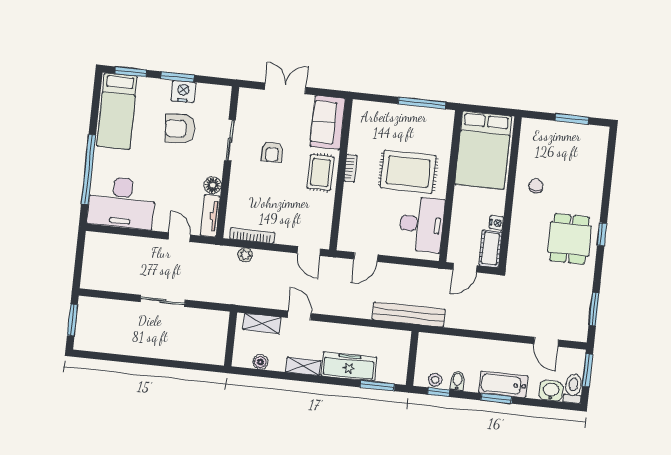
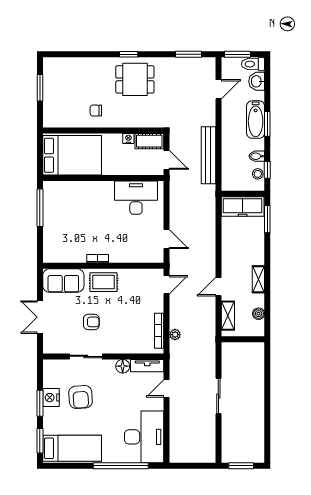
rug: (408, 172) -> (96, 213), removed
bench: (409, 314) -> (208, 155), moved
freezer: (349, 366) -> (243, 207), moved, turned -90

